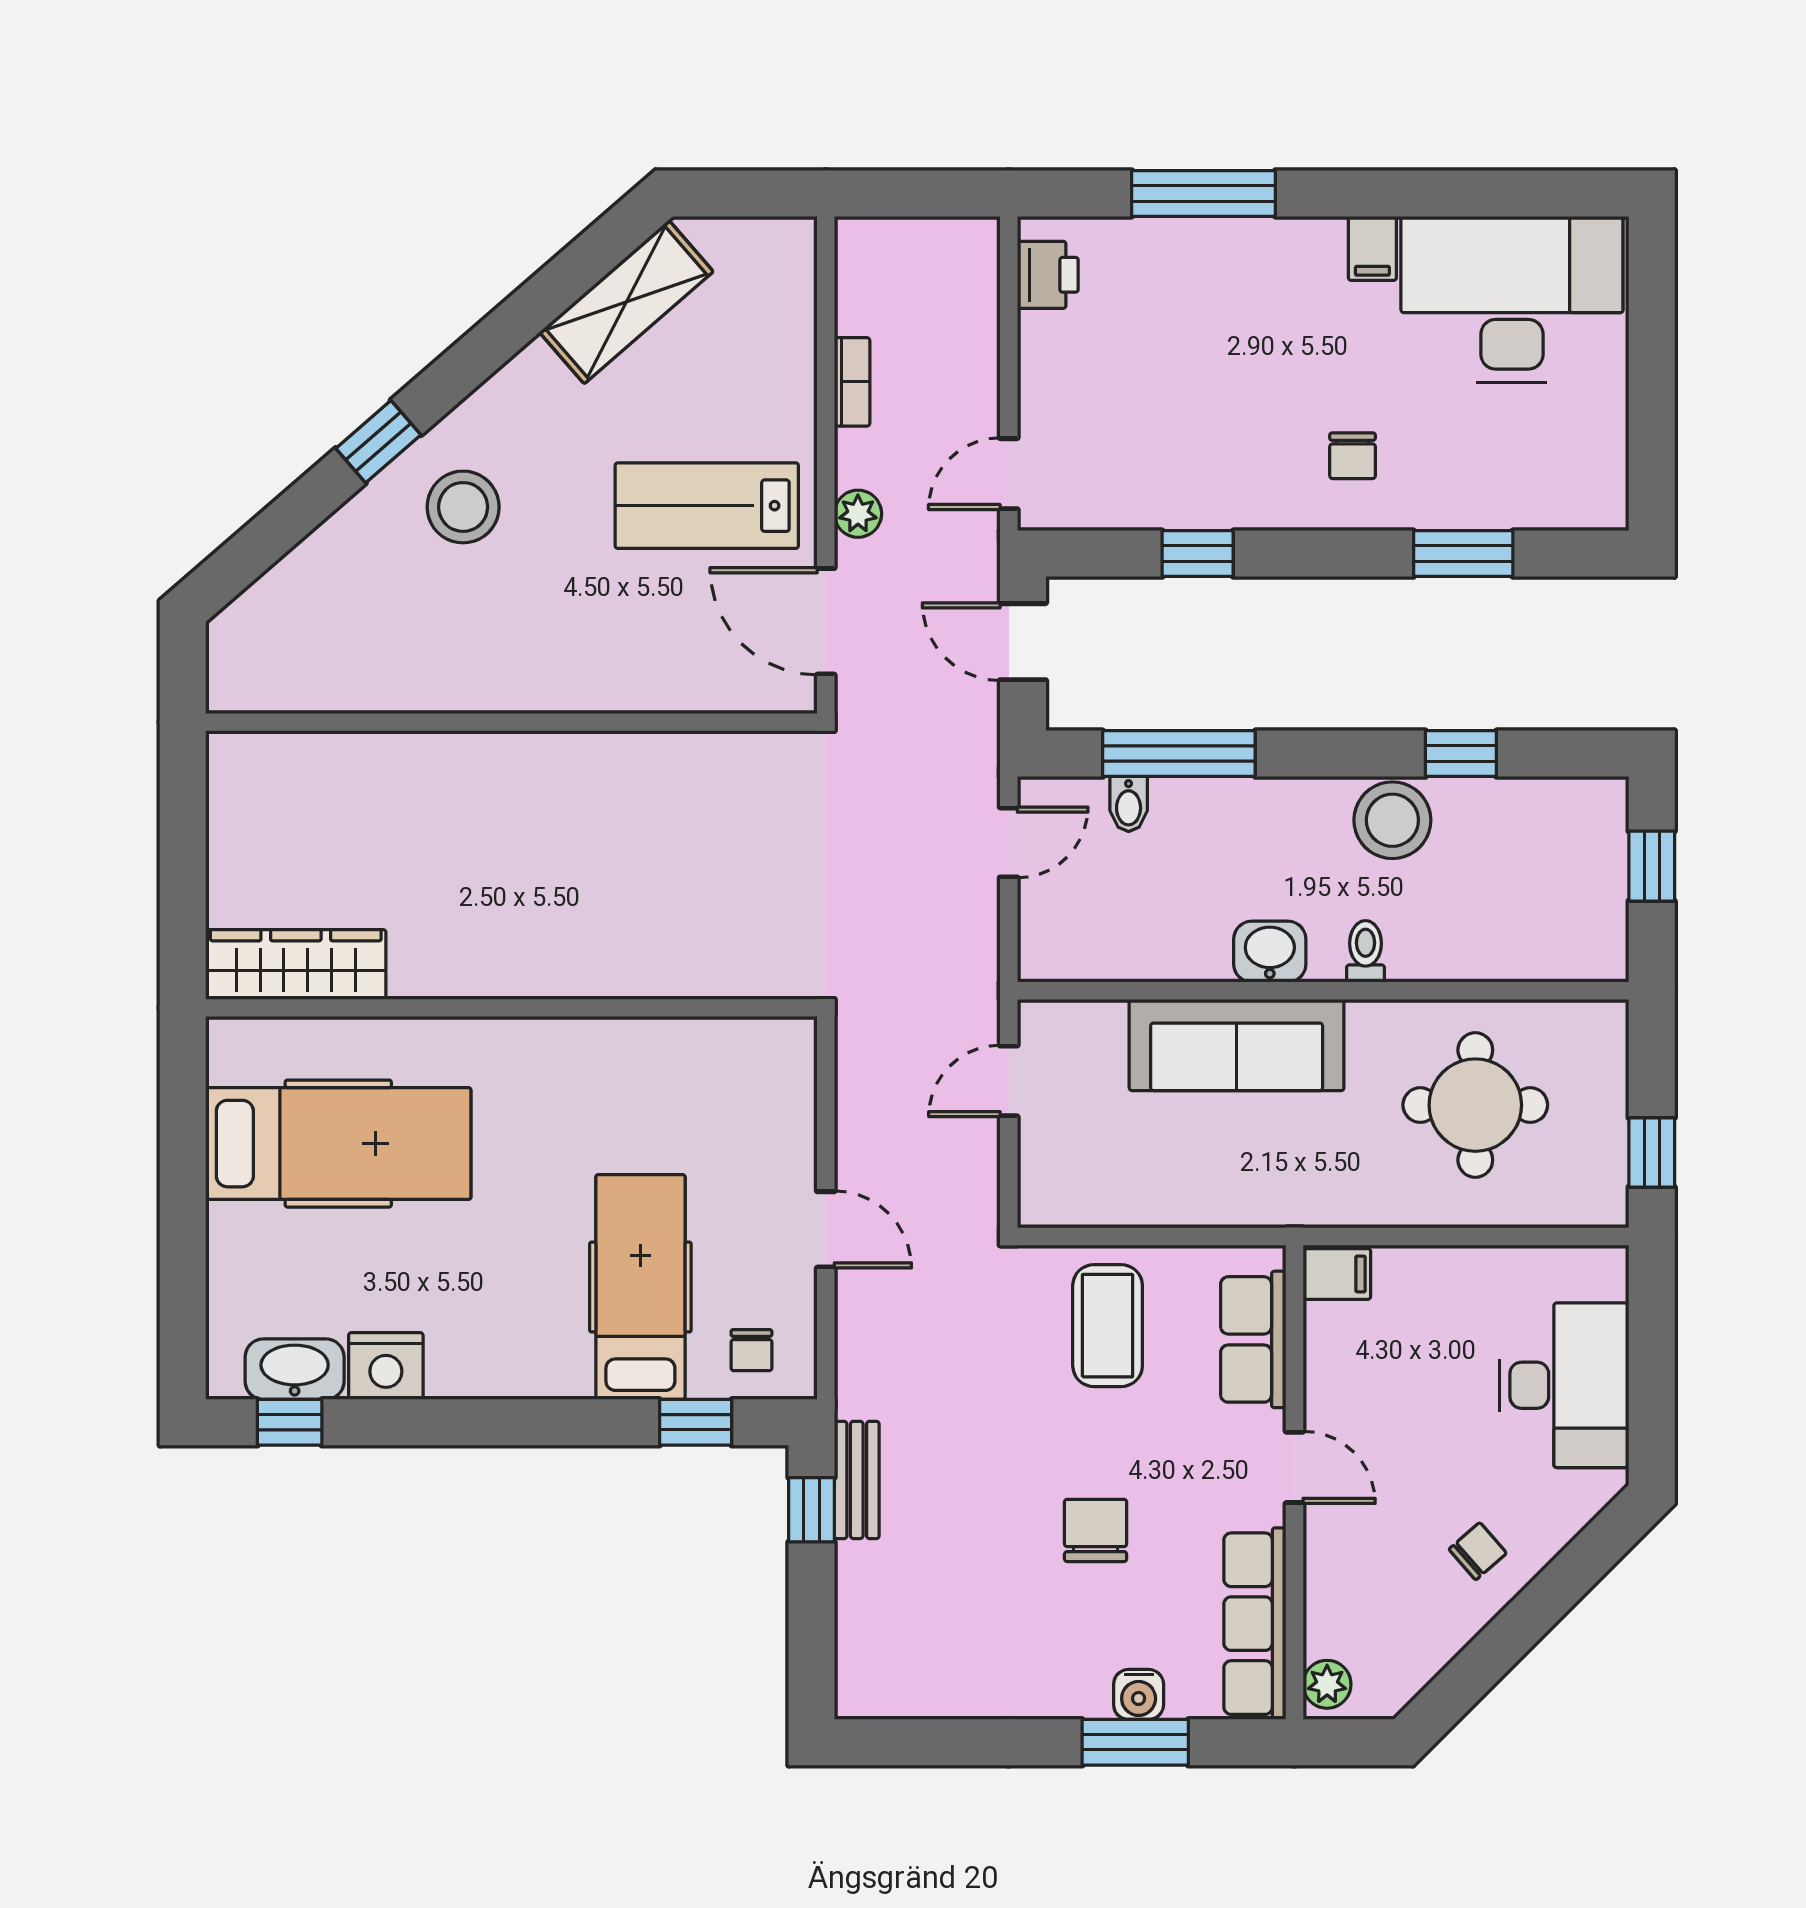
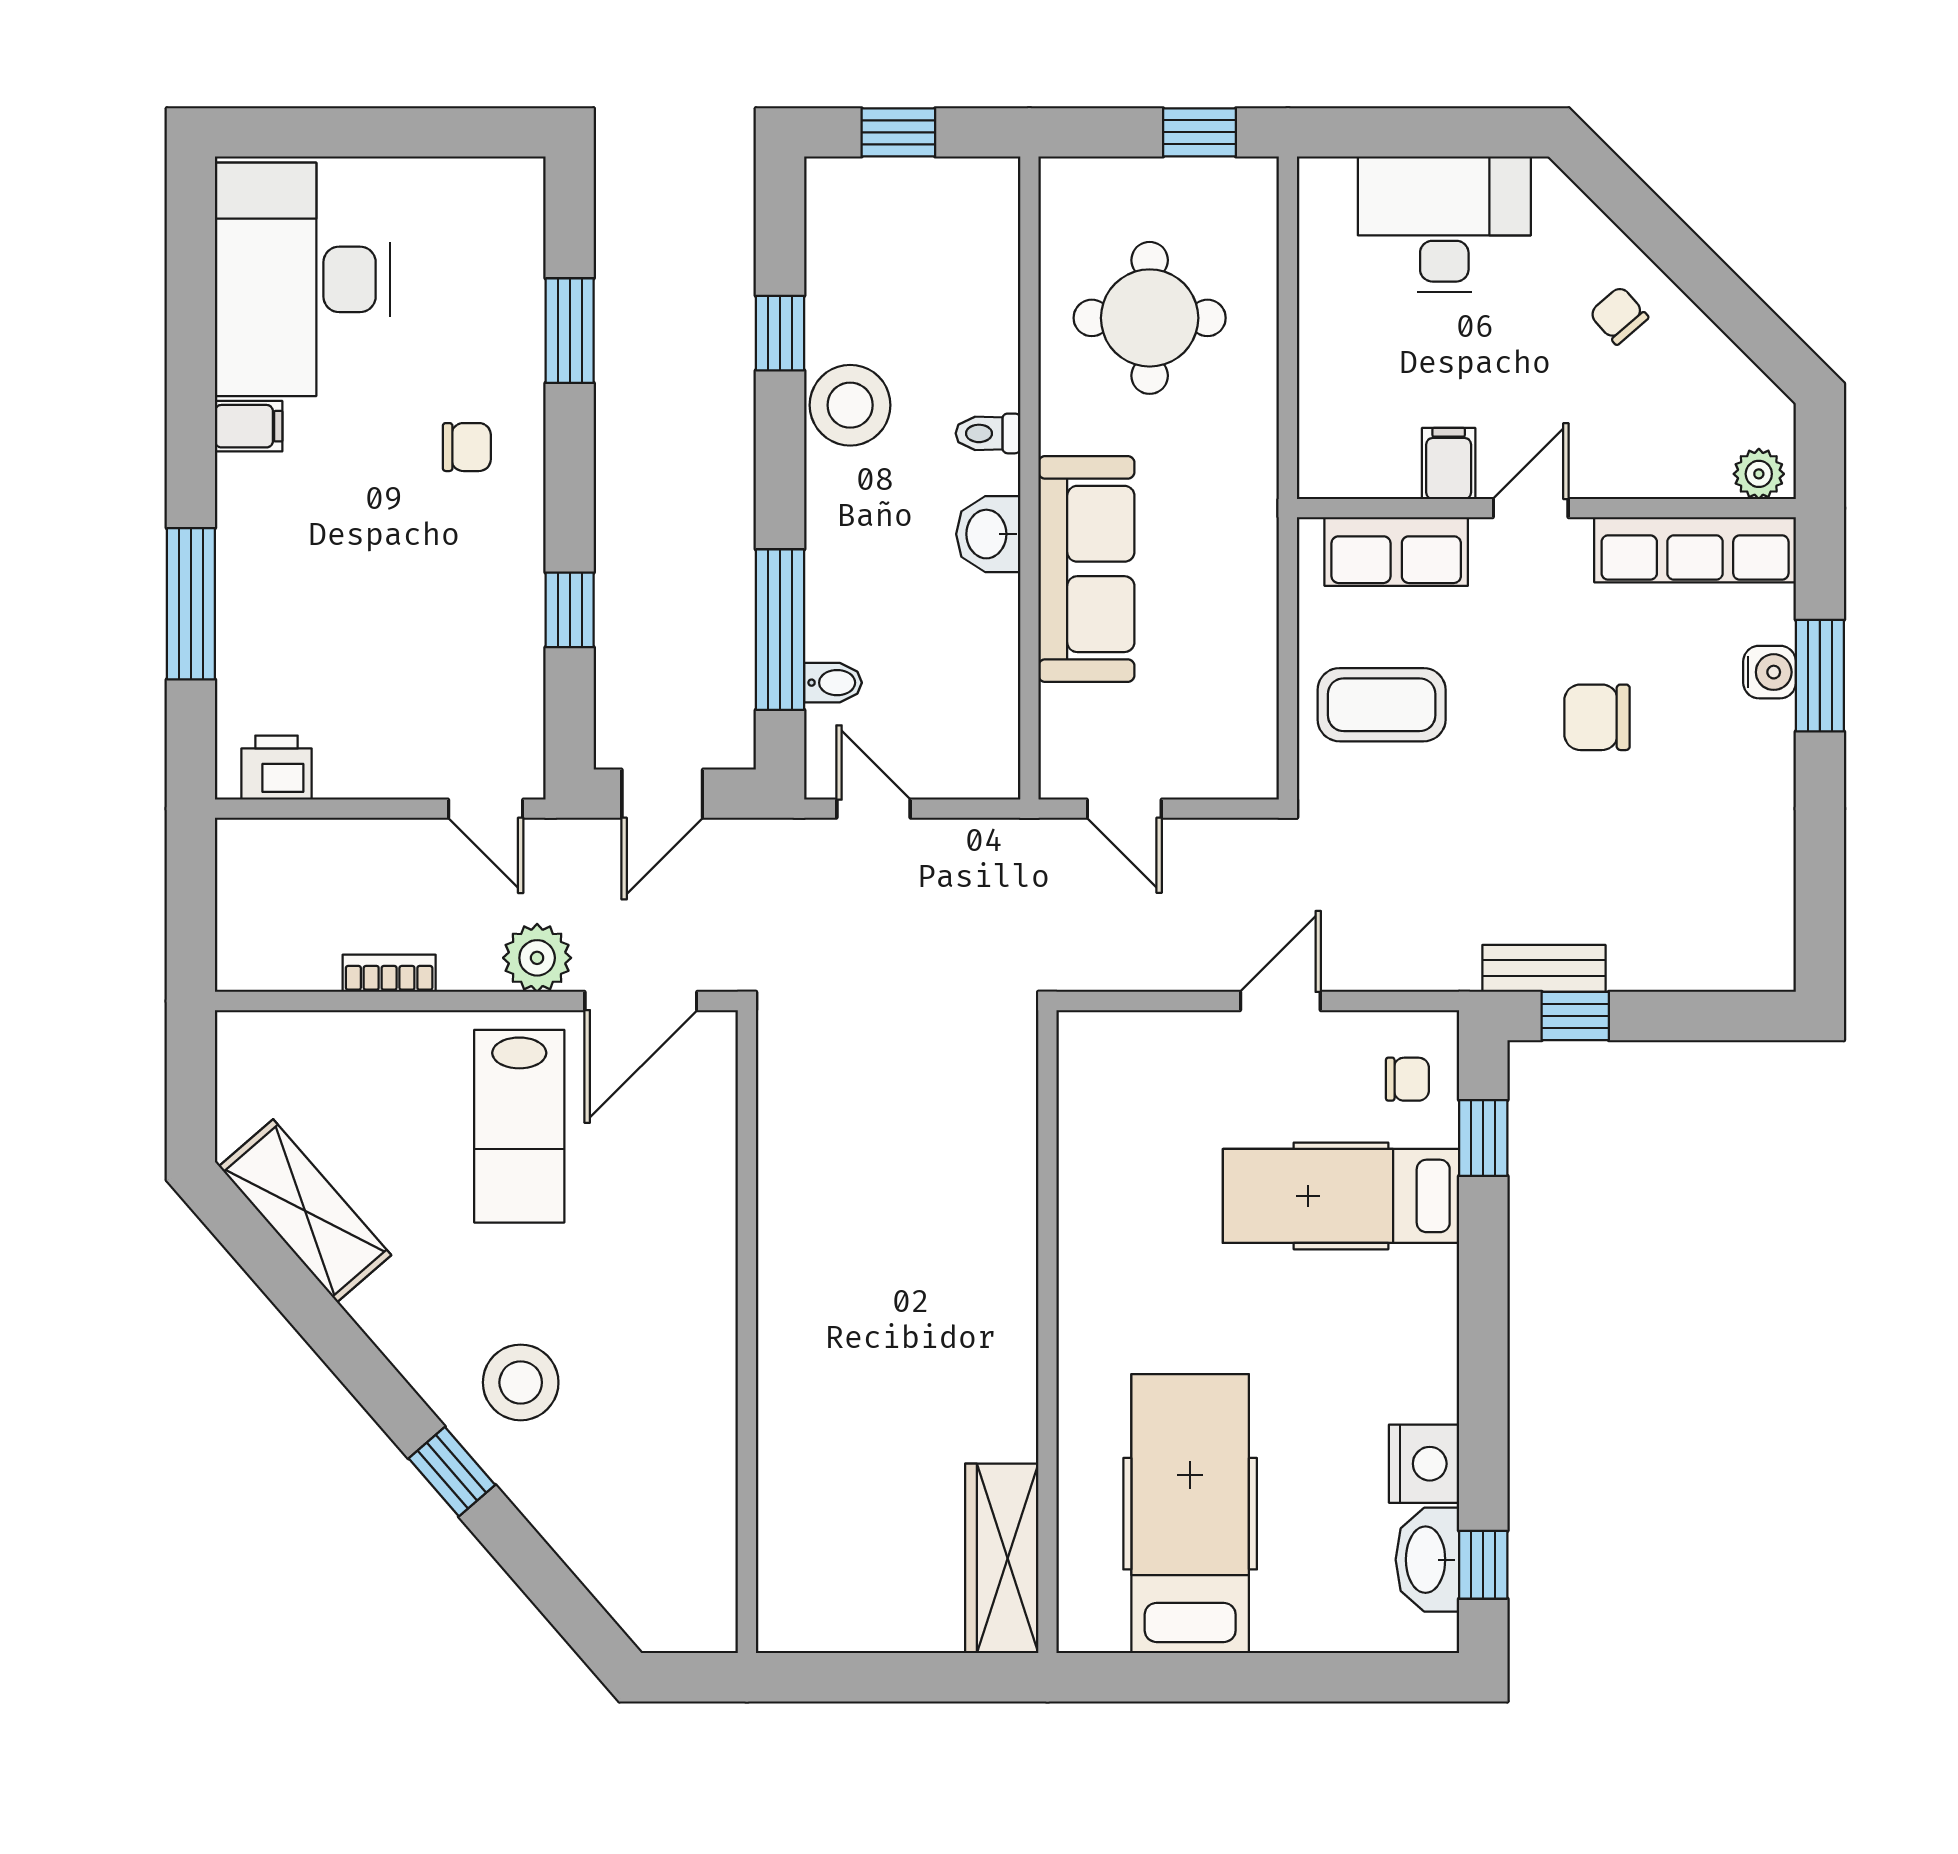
plant: (858, 514) -> (537, 958), width x1.38, depth x1.38
filing cabinet: (1337, 1274) -> (1449, 464), moved

